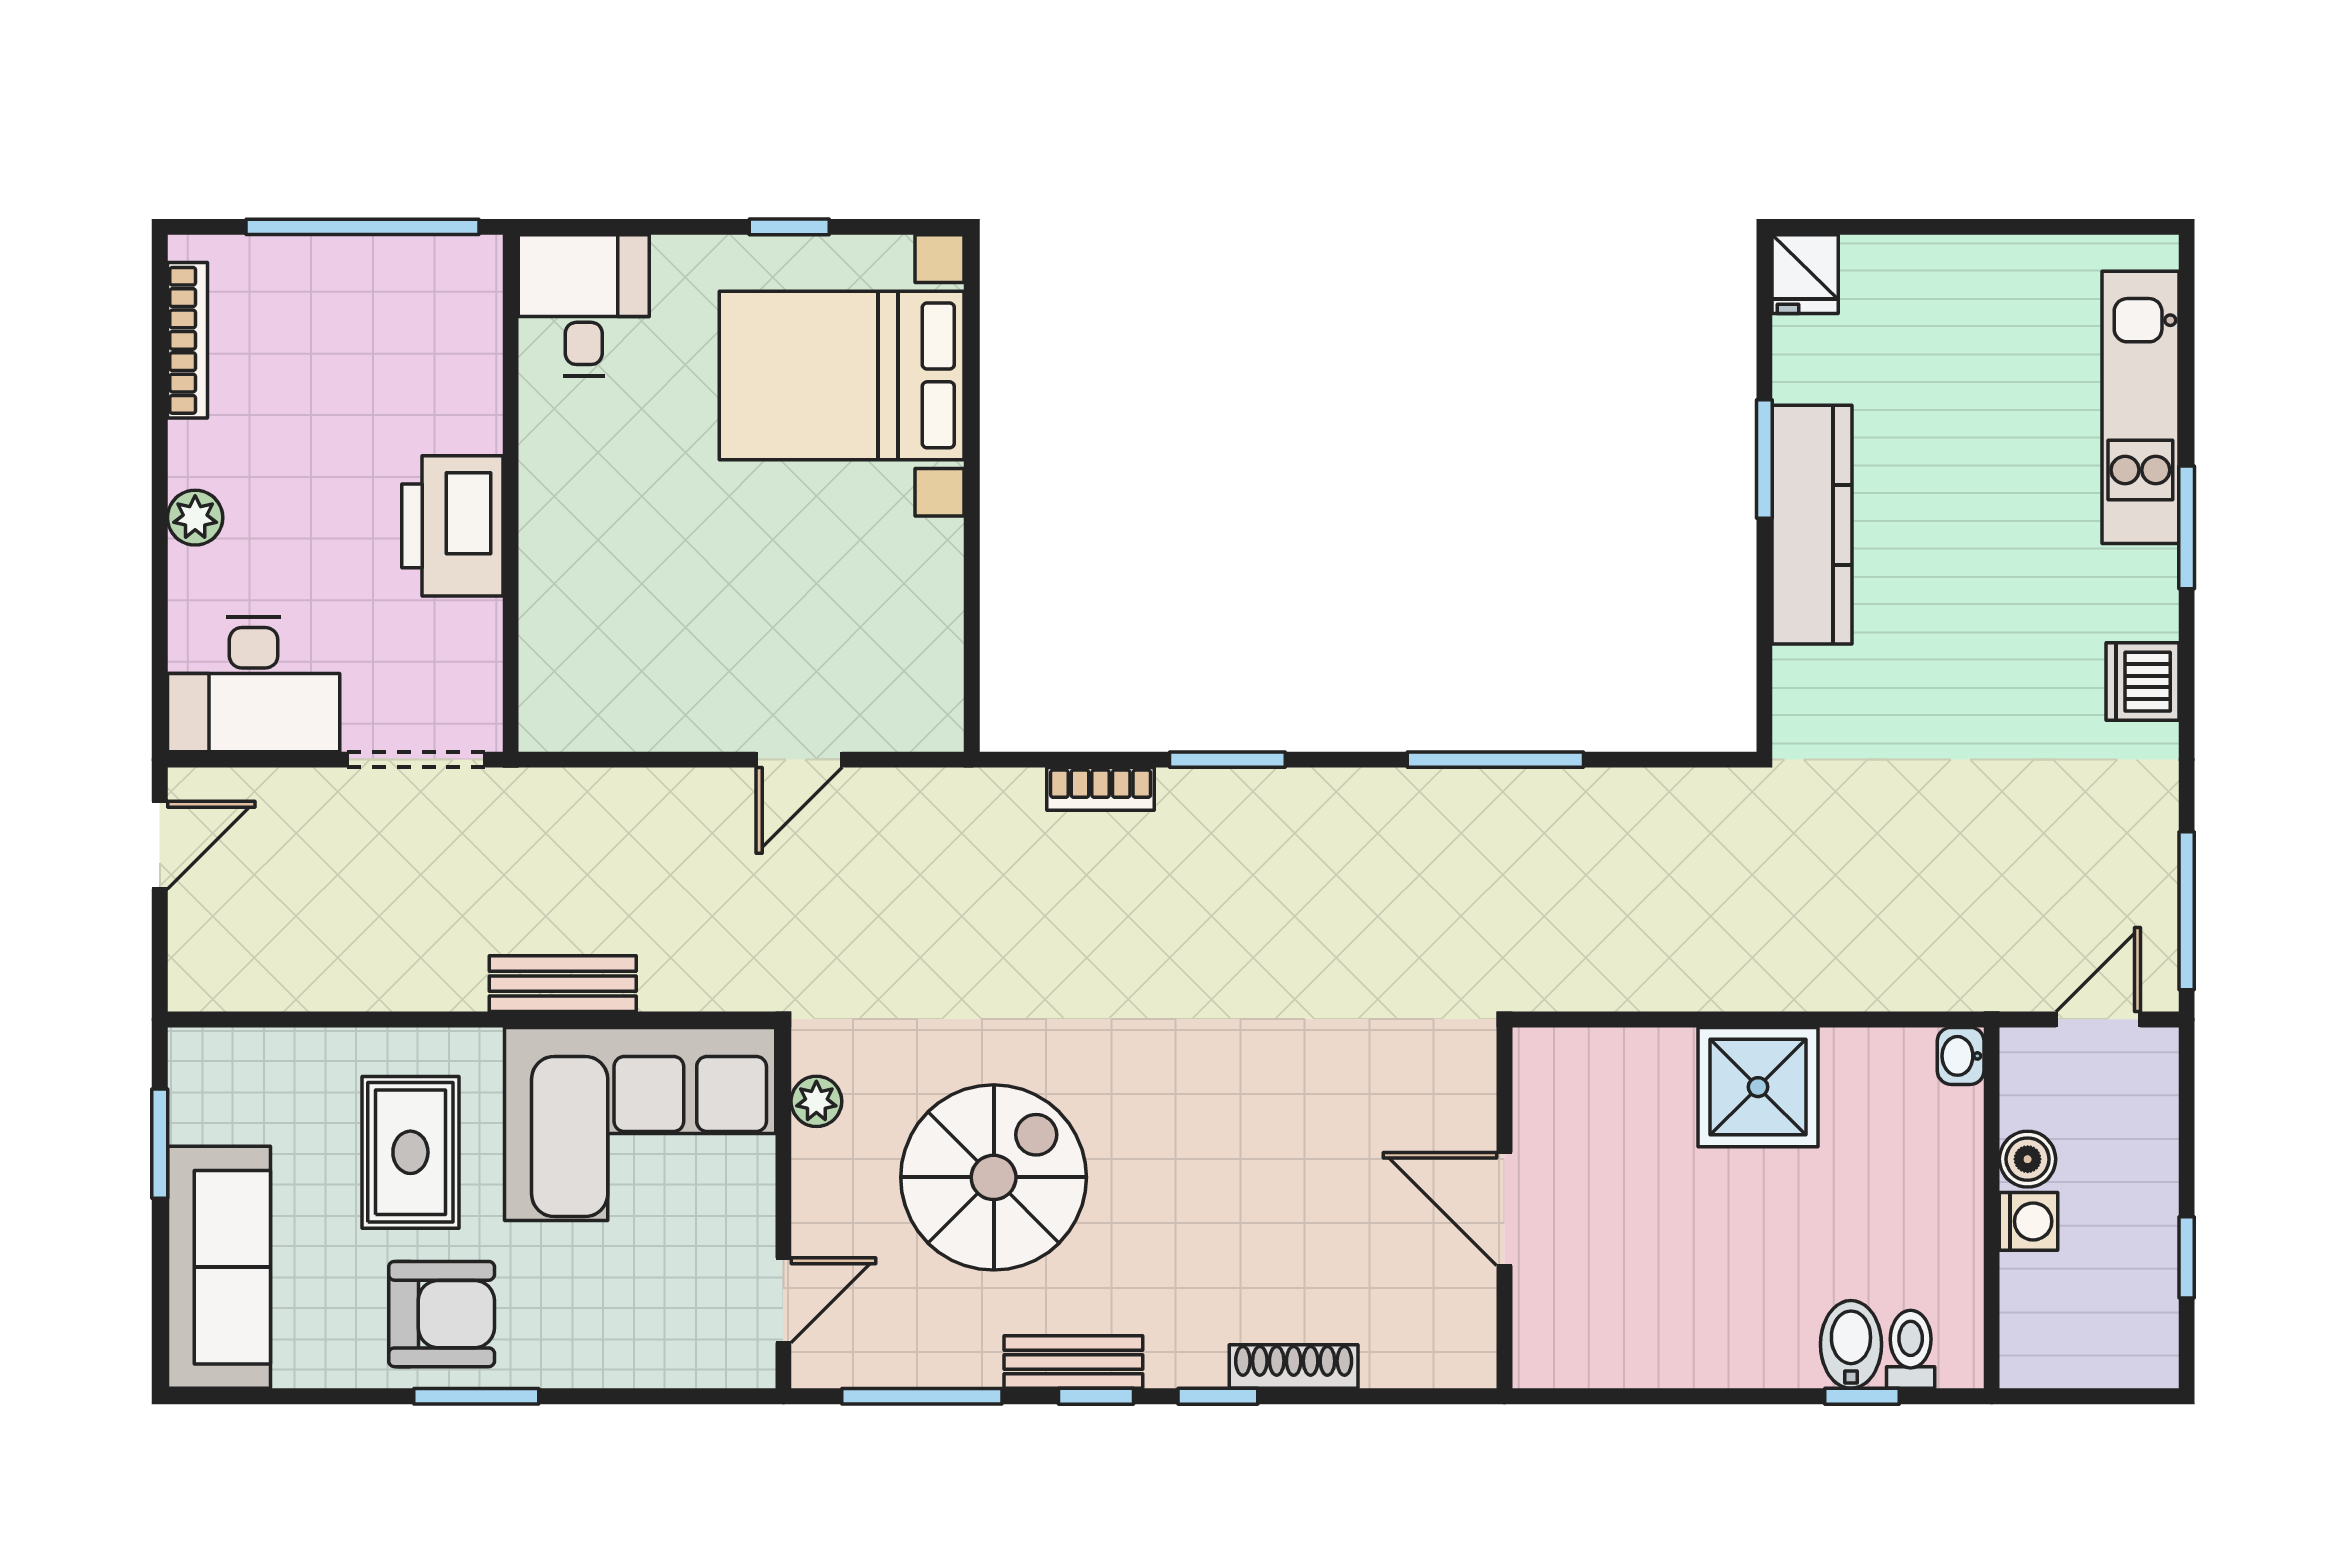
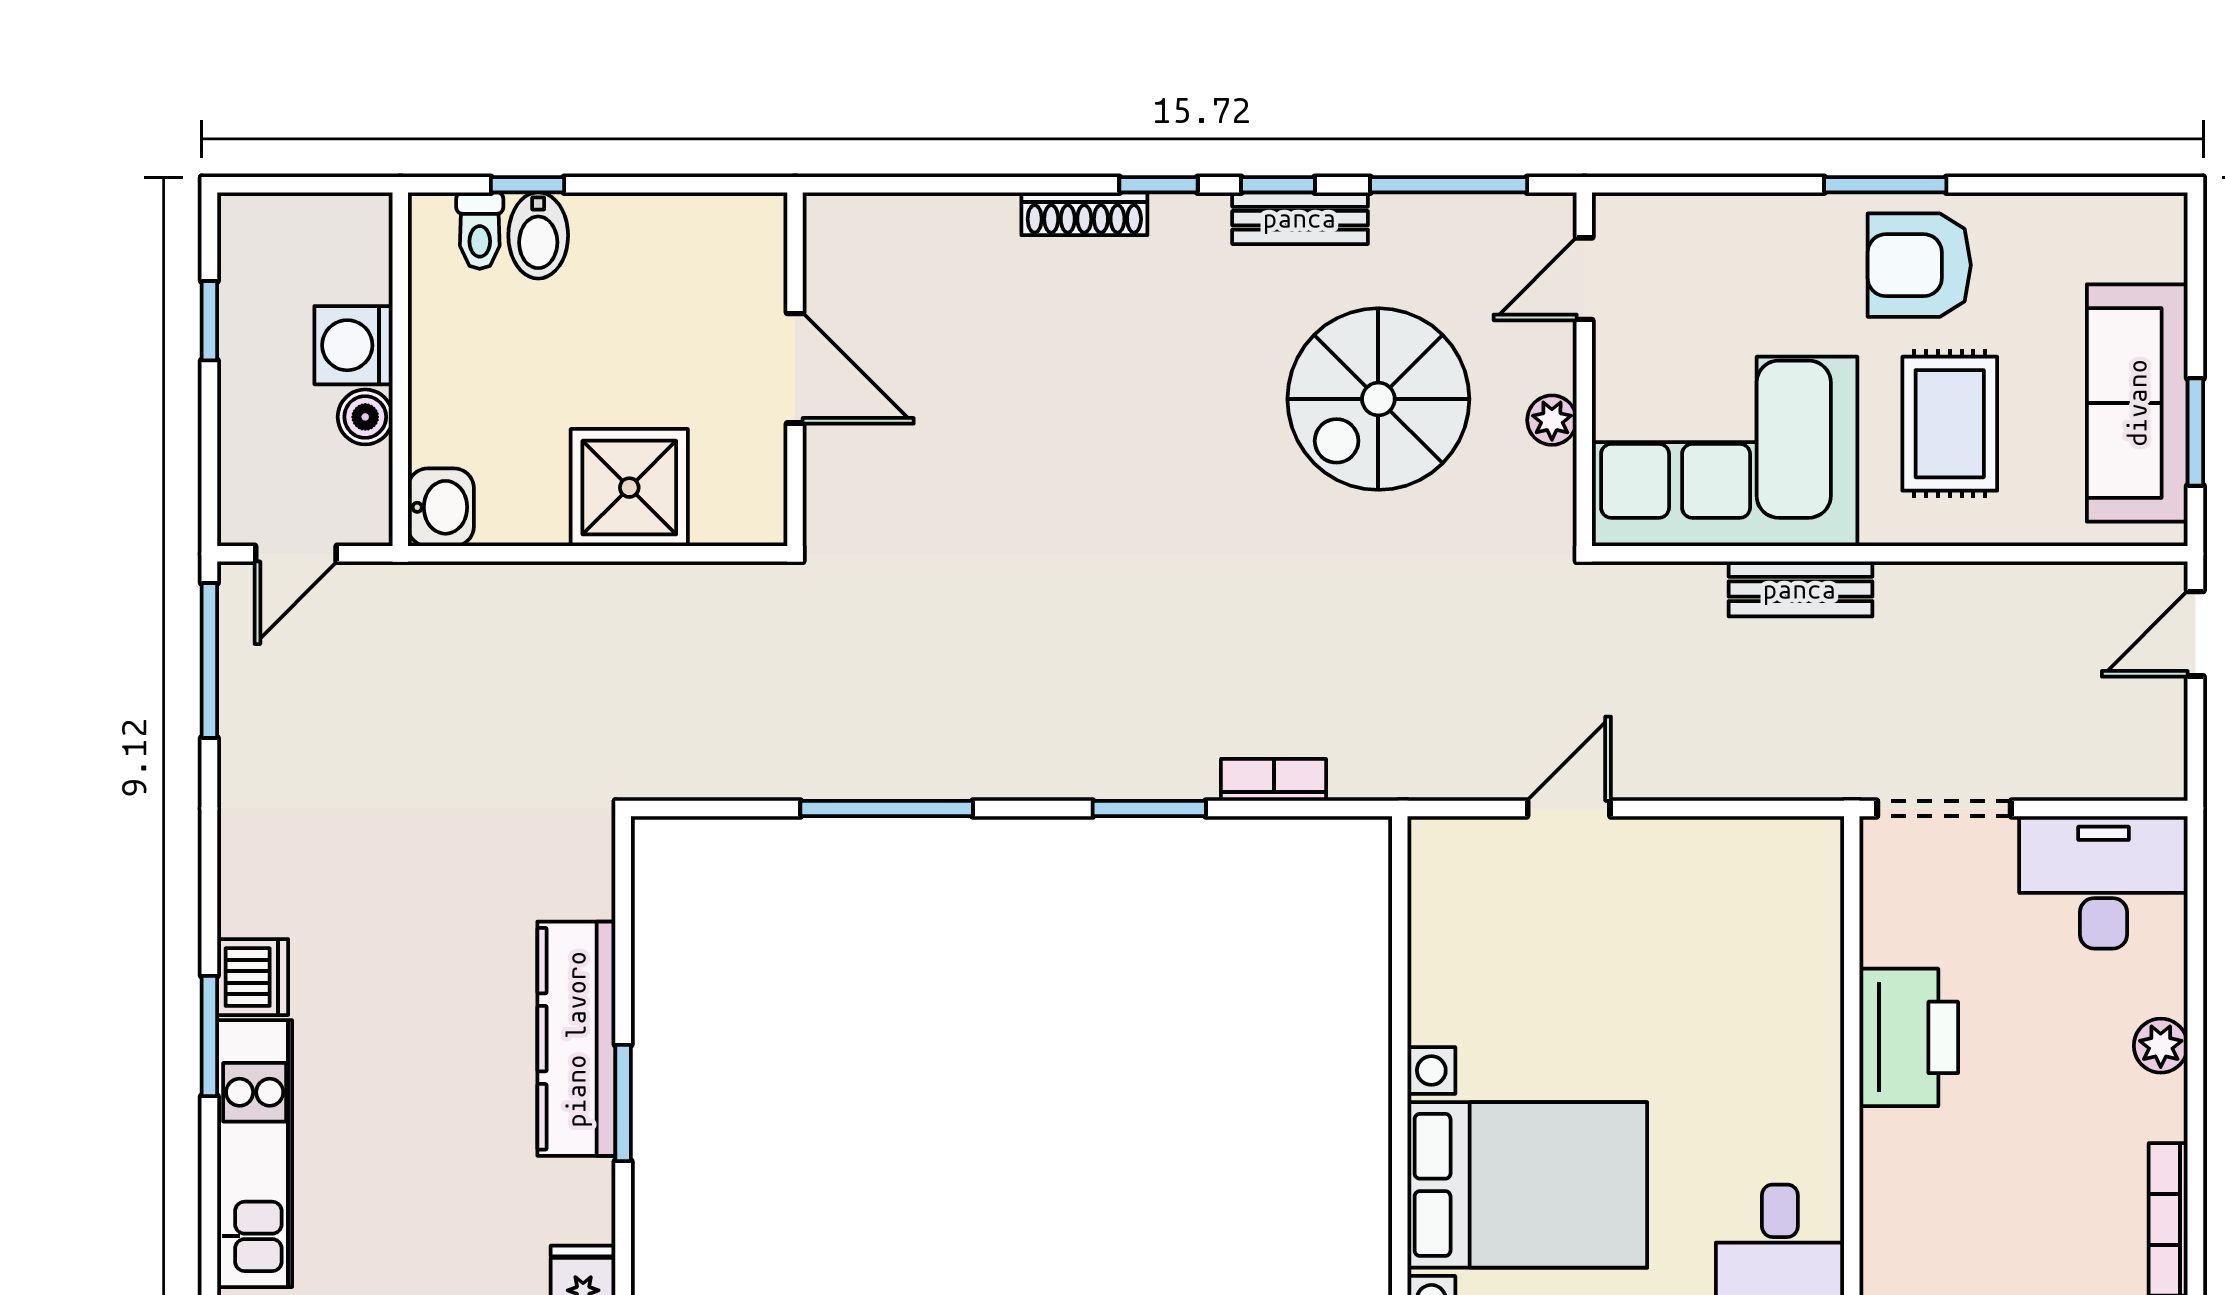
dishwasher: (2142, 682) -> (253, 977), moved
door: (160, 845) -> (2195, 634), moved
washbasin: (1961, 1056) -> (441, 507), width x1.38, depth x1.45
plant: (816, 1101) -> (1552, 420), moved
wall: (1504, 1208) -> (795, 369), moved
door: (1504, 1209) -> (795, 368), moved
washing machine: (2028, 1221) -> (354, 345), width x1.38, depth x1.38
sofa: (219, 1267) -> (2137, 403), moved

